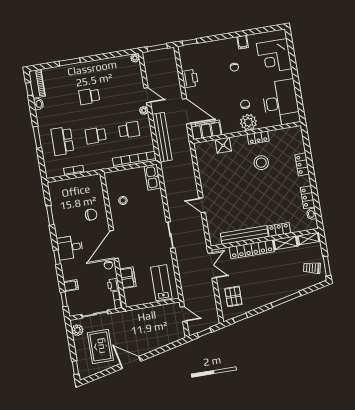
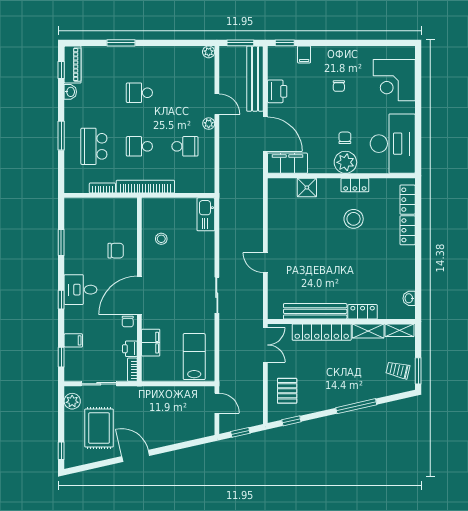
filing cabinet: (243, 42) -> (304, 54), moved
bench: (162, 137) -> (255, 79), moved
bookcase: (134, 159) -> (145, 187), moved
locker: (308, 197) -> (408, 200), moved

